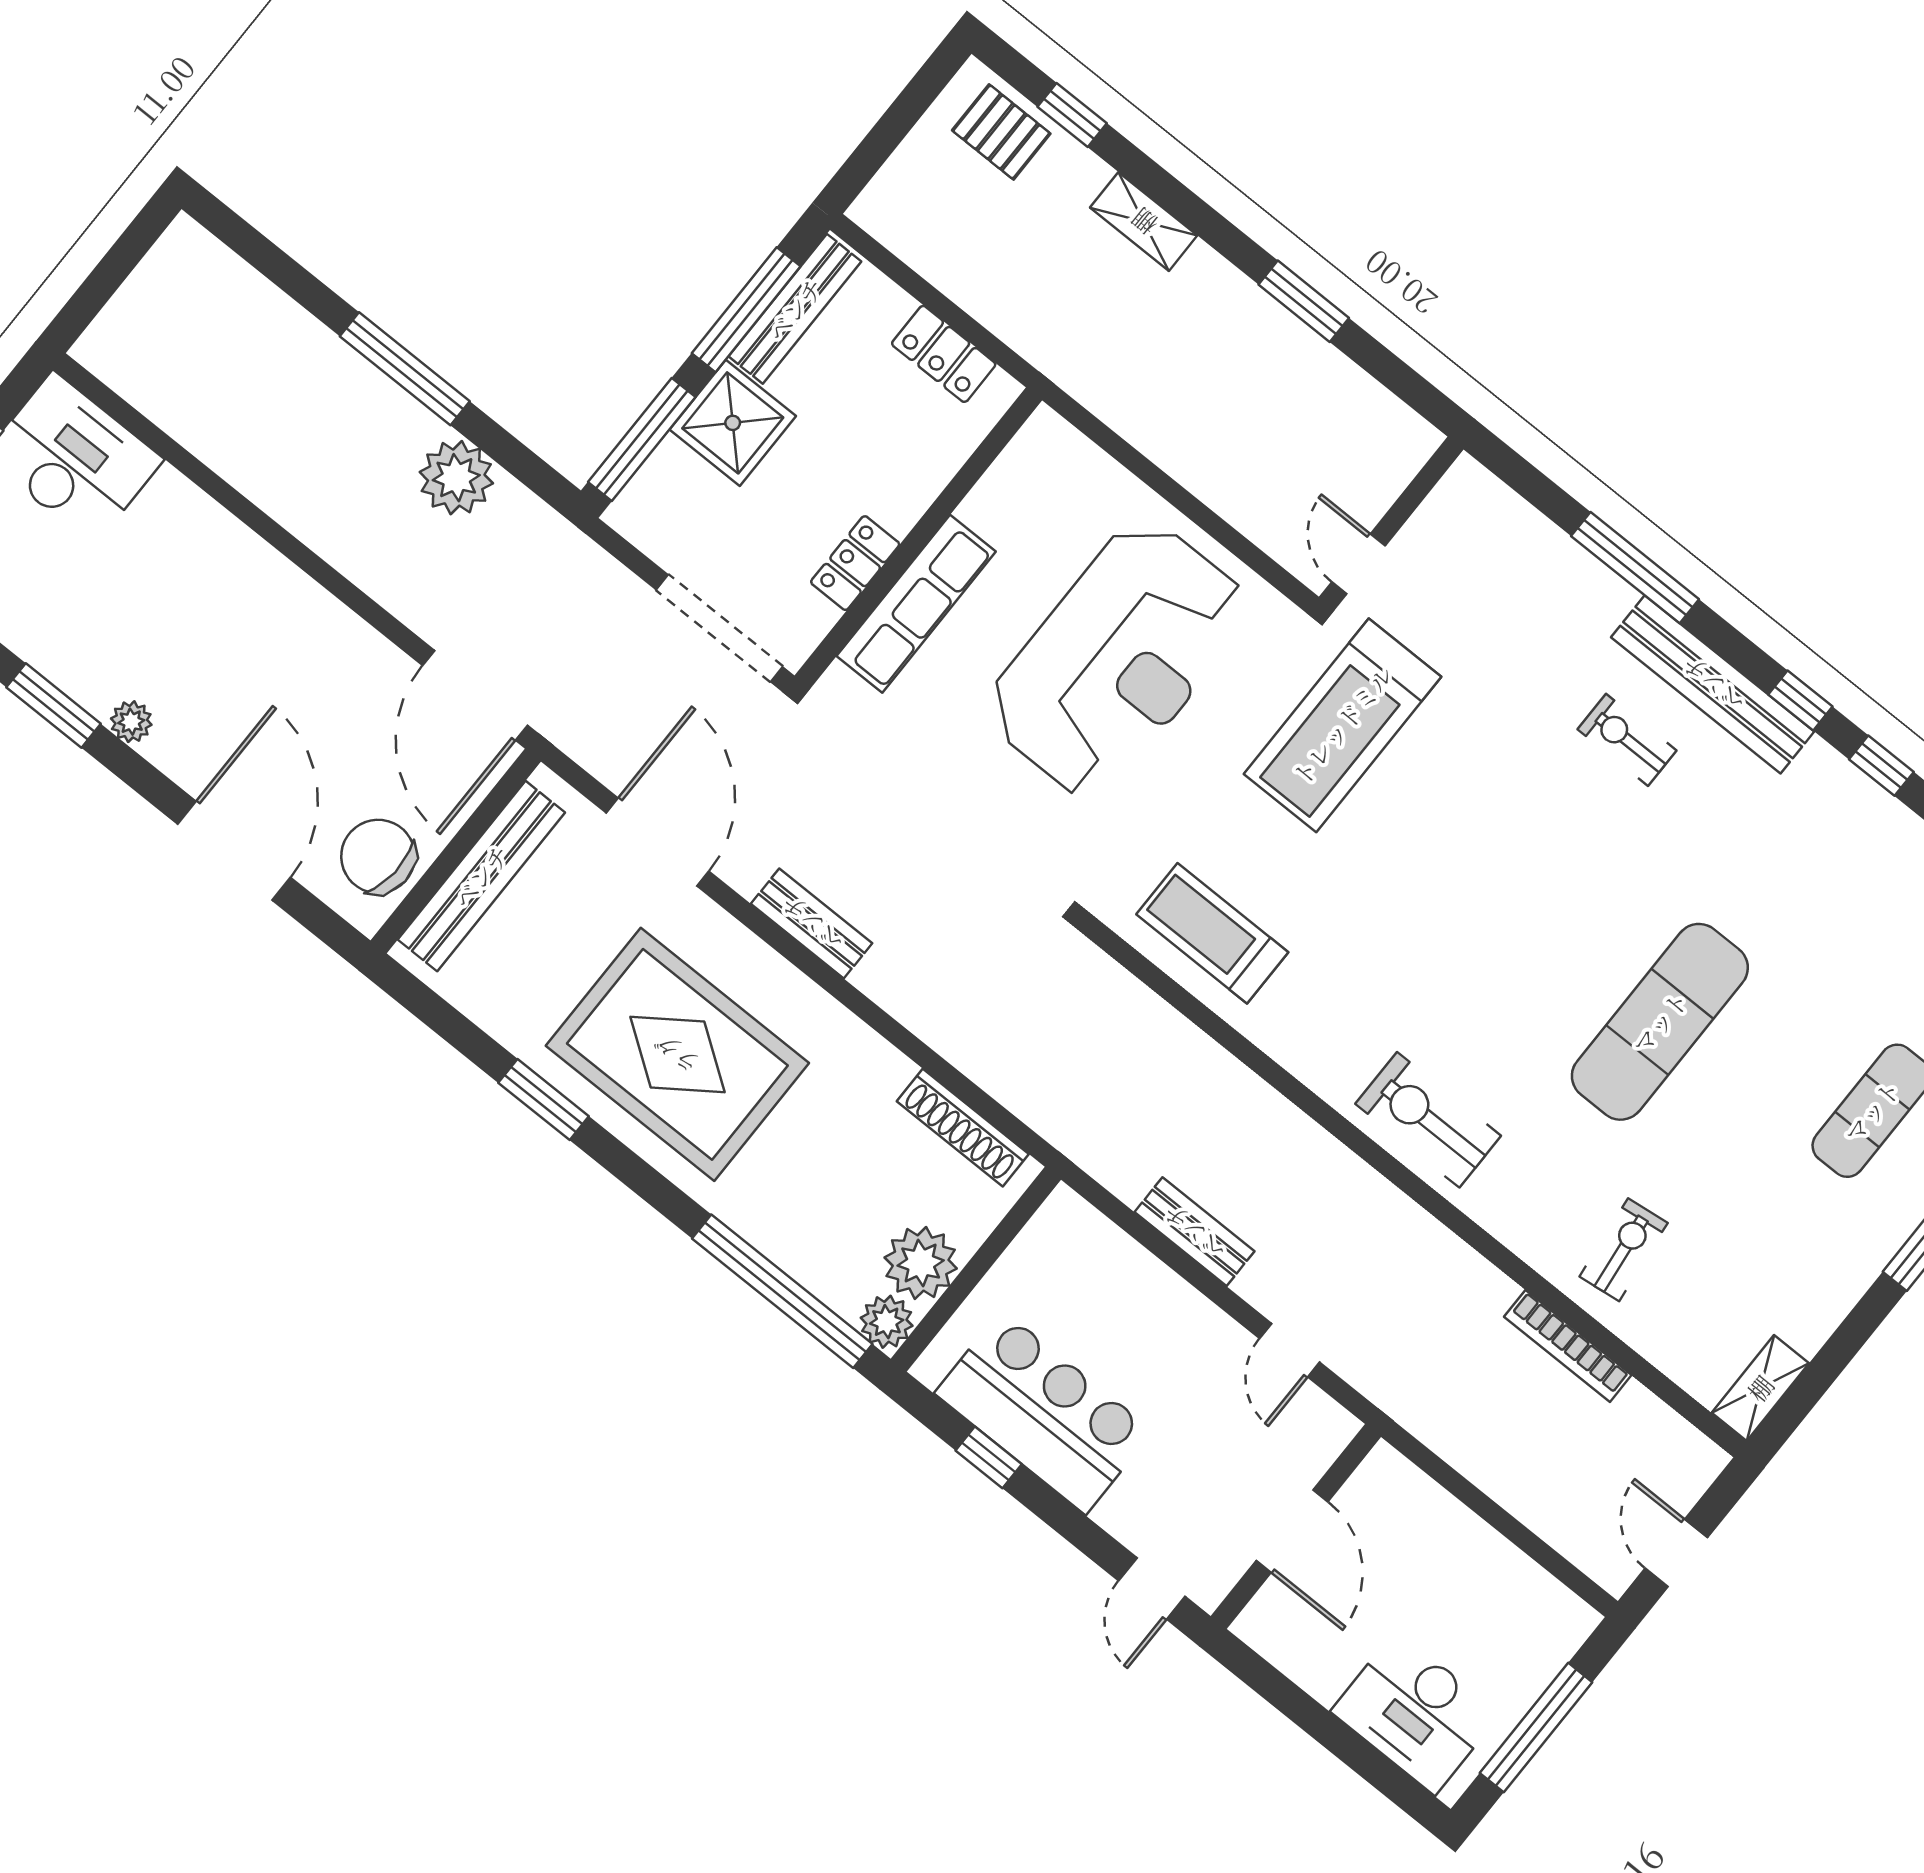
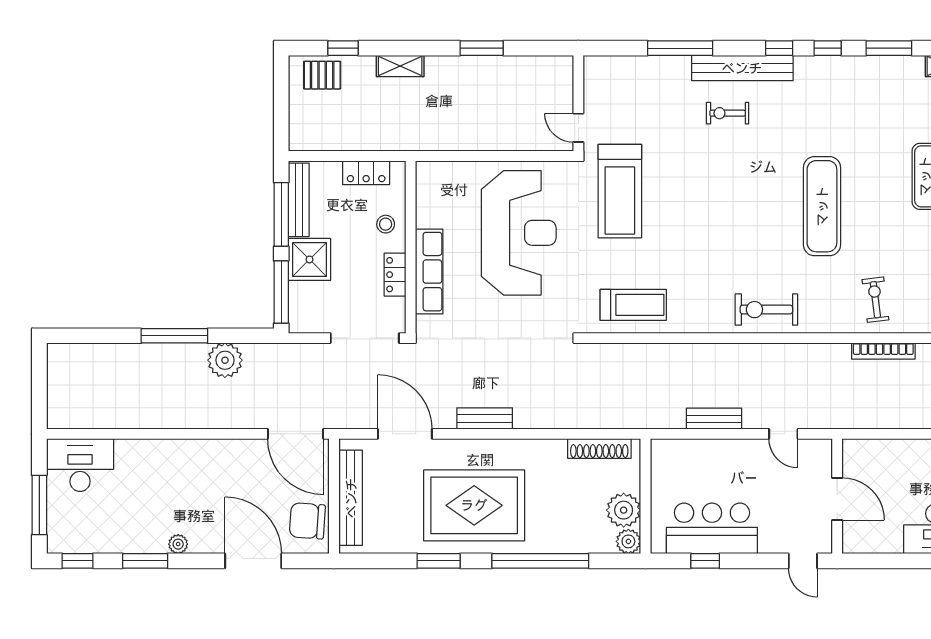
stool: (907, 466) -> (386, 224), added
treadmill: (1212, 933) -> (633, 305), turned 180
window: (782, 1291) -> (540, 561), moved

